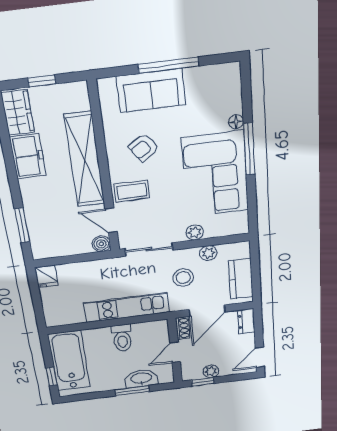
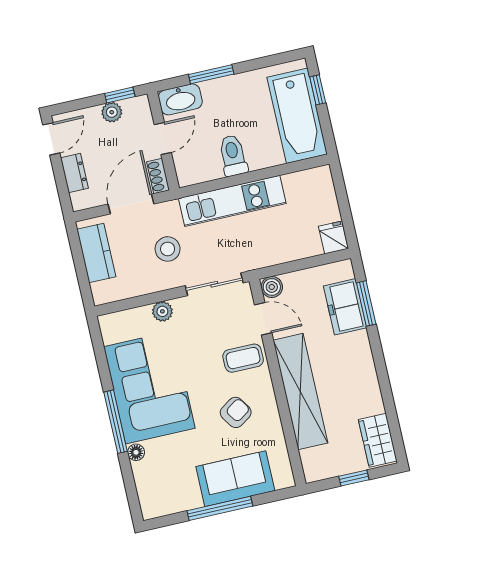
freezer: (28, 156) -> (345, 307), moved
plant: (208, 253) -> (142, 285), removed
dresser: (246, 321) -> (74, 173), moved
washbasin: (141, 378) -> (180, 99), moved

